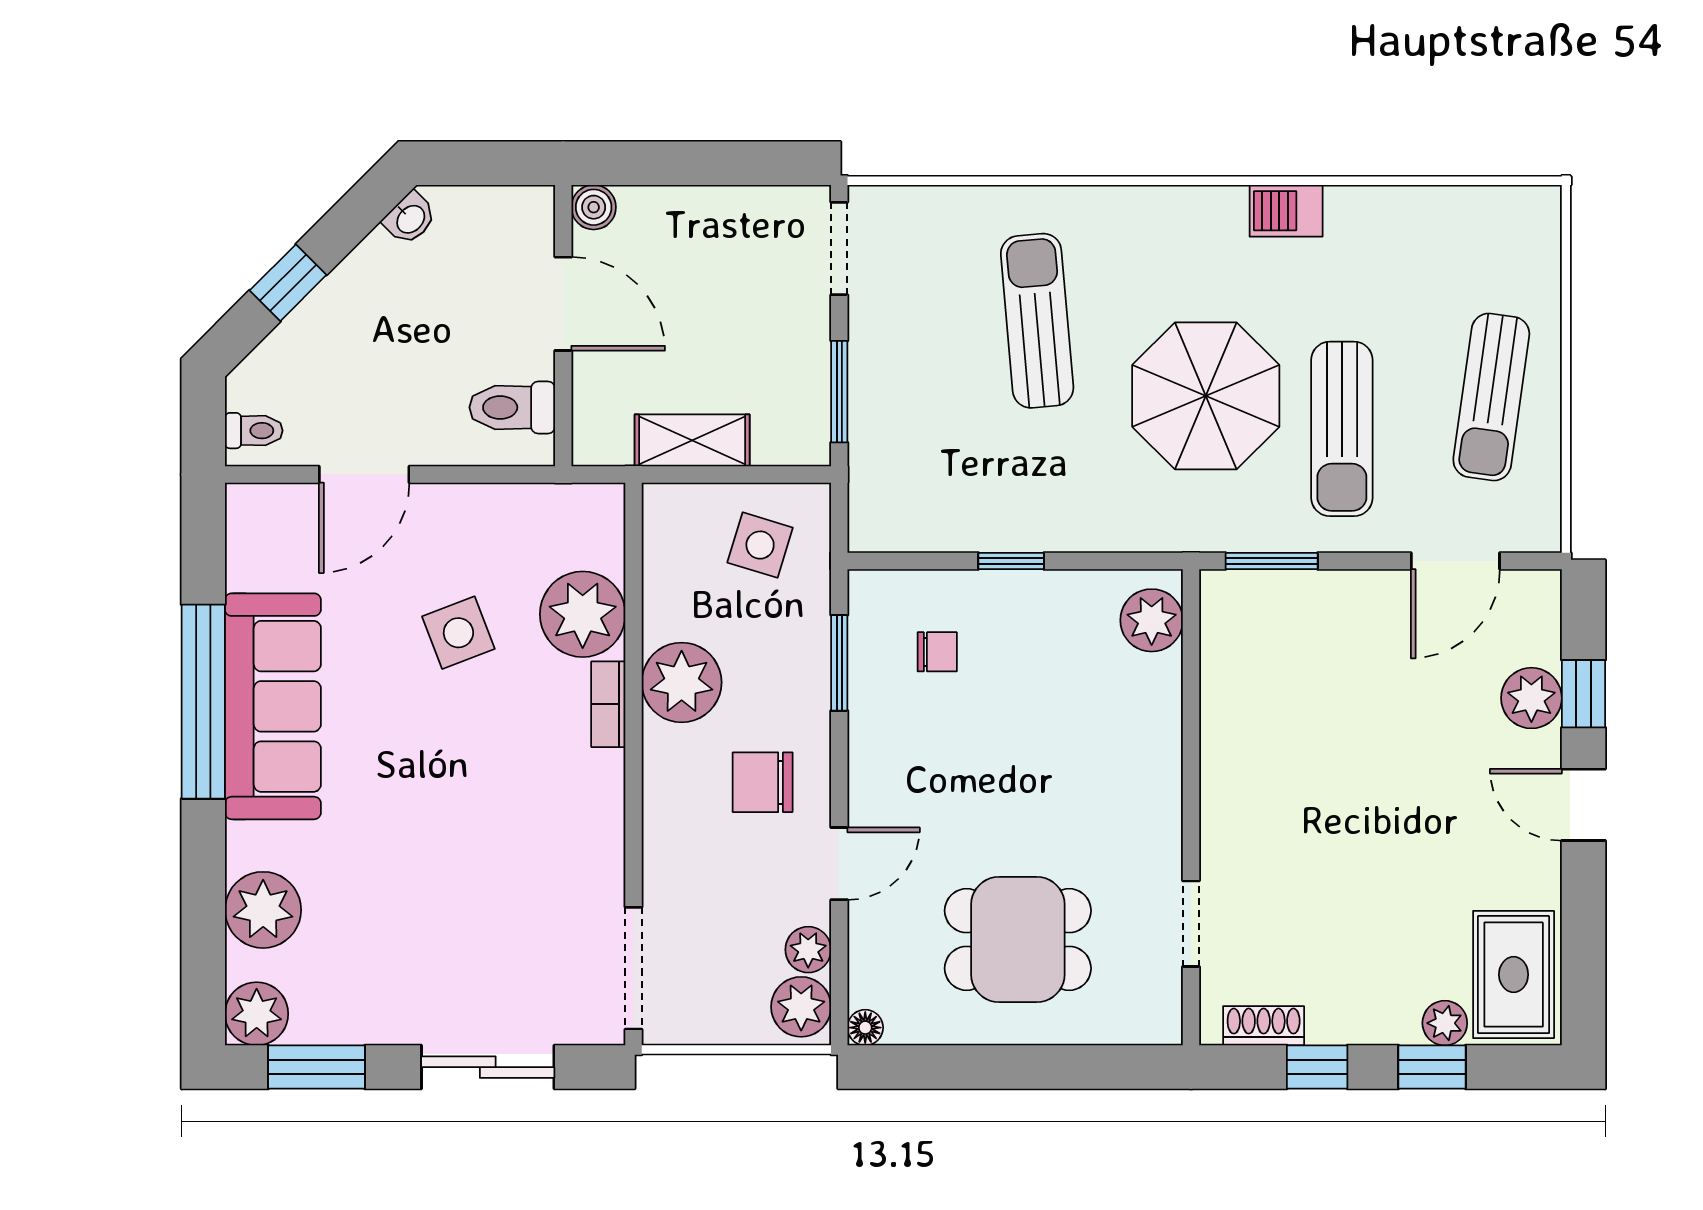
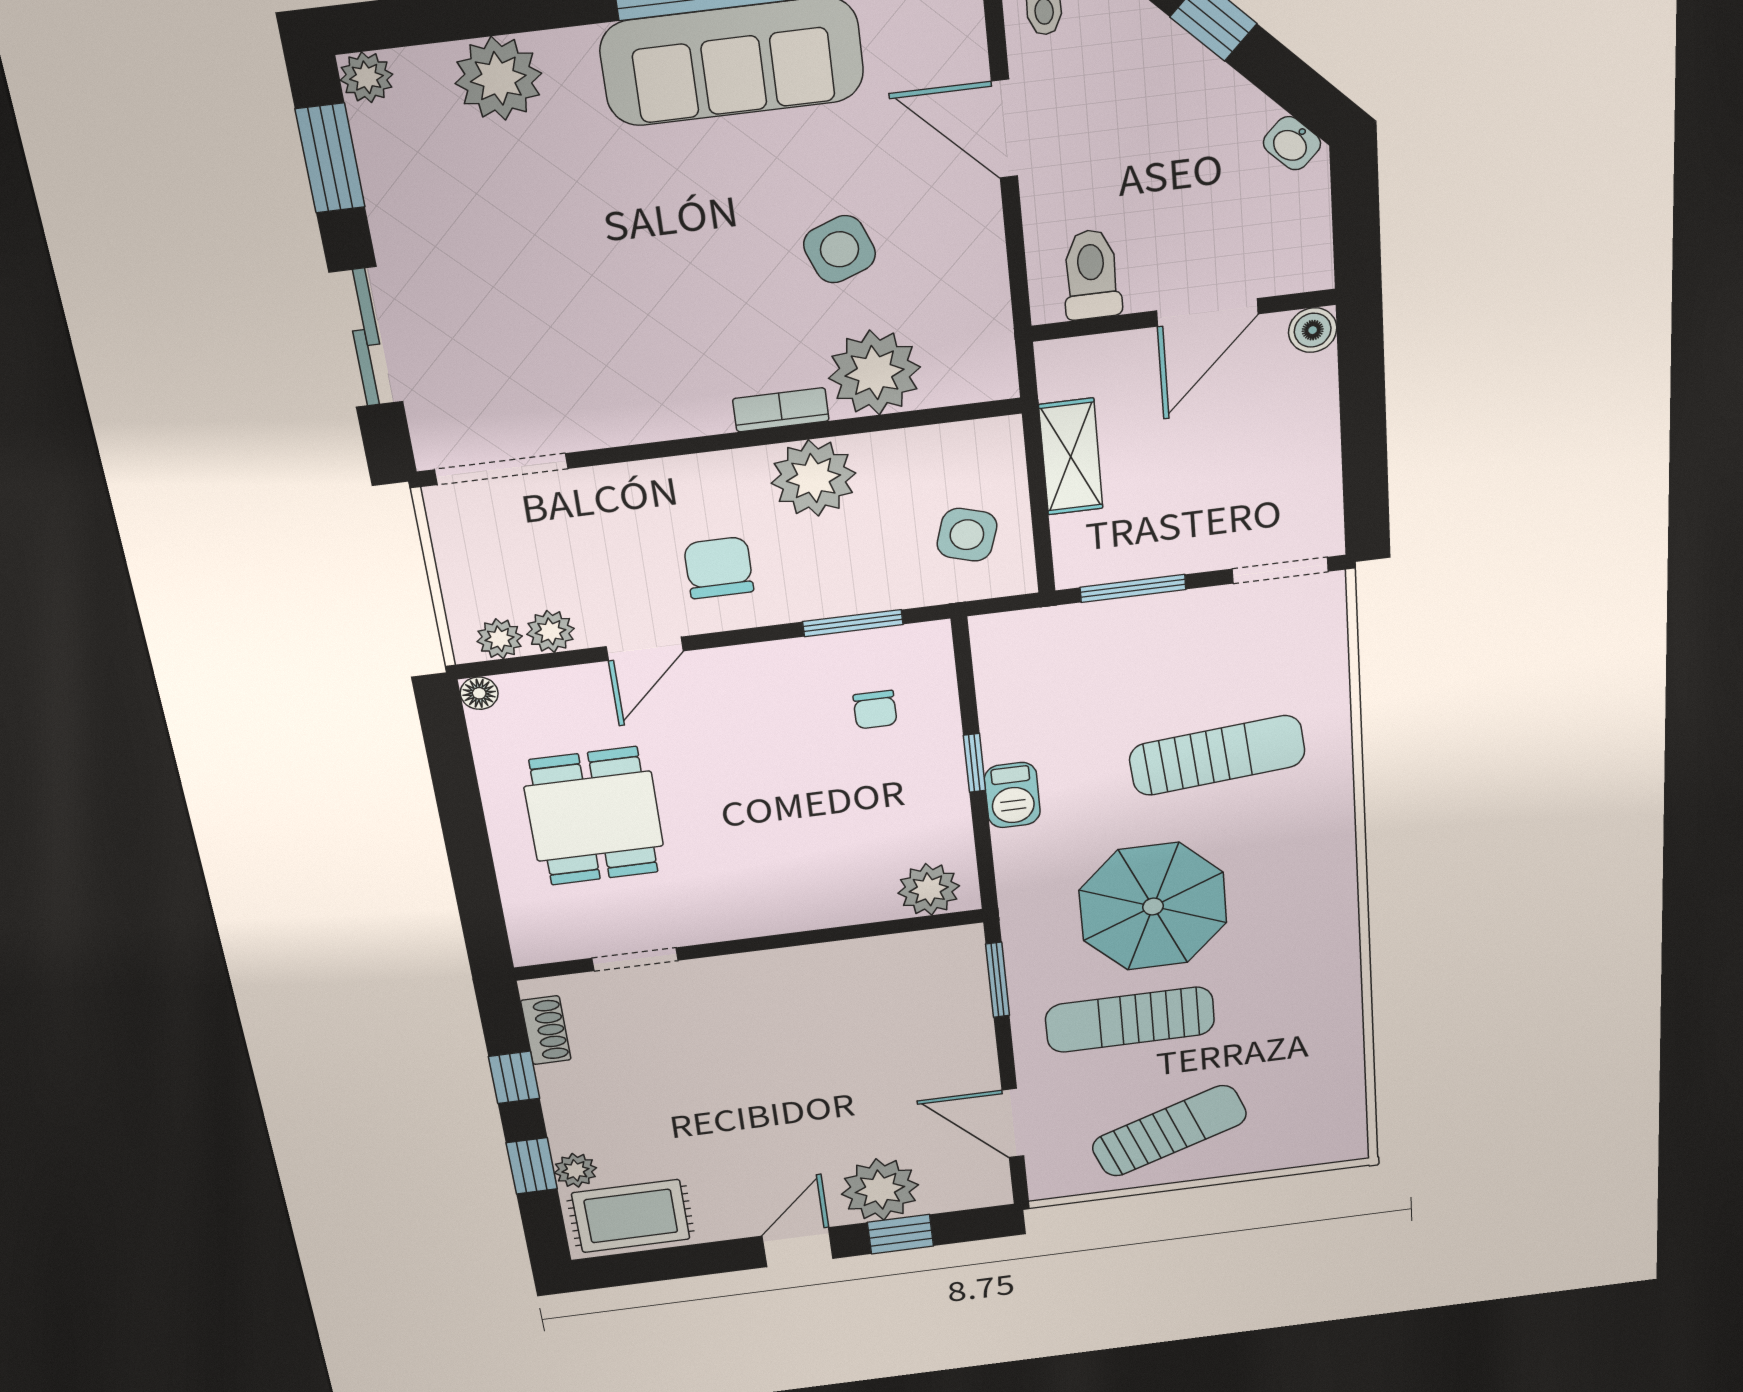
barbecue: (1286, 211) -> (1012, 795), moved, turned 180
sun lounger: (1491, 397) -> (1169, 1131), turned 152
plant: (1531, 698) -> (880, 1190), width x1.36, depth x1.36
door: (839, 864) -> (645, 649), hinge flipped
plant: (801, 1007) -> (500, 639), width x0.73, depth x0.73
plant: (257, 1014) -> (367, 77), width x0.73, depth x0.73

